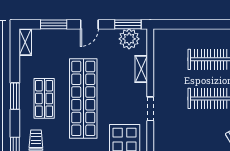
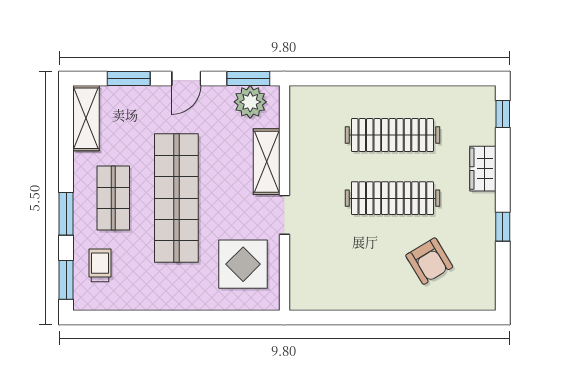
shelving: (25, 42) -> (86, 118), width x1.50, depth x1.33
shelving: (141, 69) -> (267, 162), width x1.50, depth x1.33
window: (15, 96) -> (66, 214), moved

